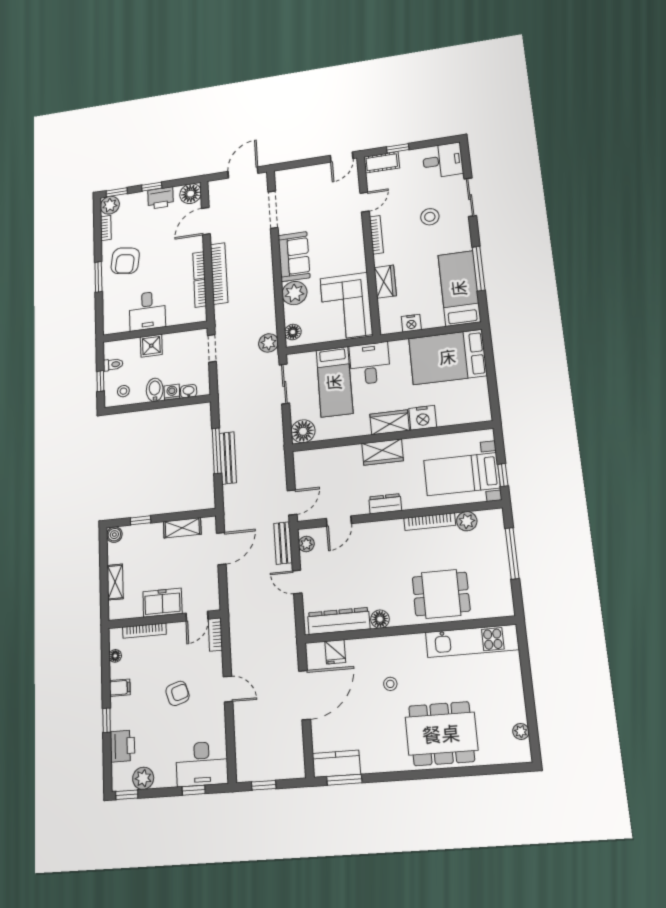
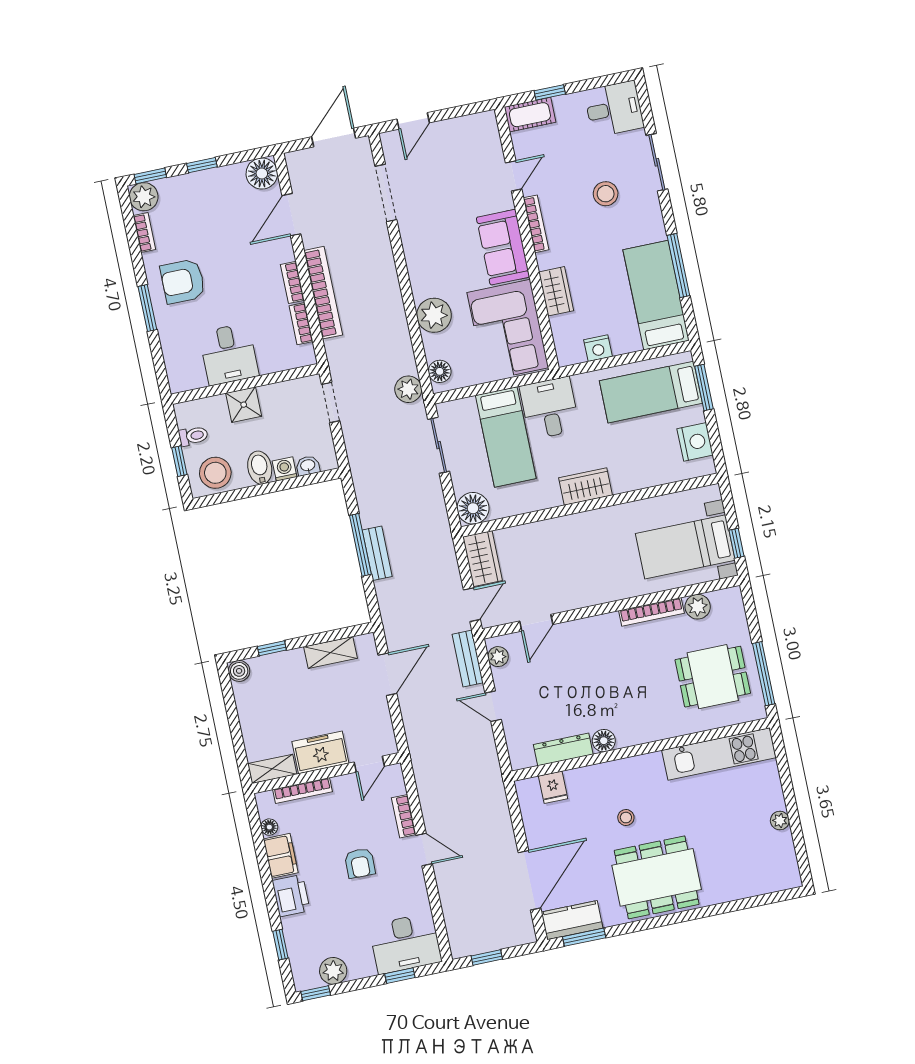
door: (342, 157) -> (413, 121), moved
printer: (161, 198) -> (218, 182), removed
sofa: (294, 257) -> (503, 247), moved, turned 180
armchair: (125, 261) -> (183, 281), turned 81
bed: (448, 357) -> (651, 392), width x0.67
window: (489, 357) -> (704, 388), added
stool: (123, 391) -> (215, 473), width x1.89, depth x1.89
nightstand: (423, 418) -> (695, 442), moved, turned -90
wardrobe: (383, 452) -> (482, 559), moved, turned -90
bench: (228, 458) -> (377, 553), width x0.73
dresser: (385, 504) -> (593, 594), removed
window: (512, 553) -> (764, 674), moved
shelving: (115, 582) -> (272, 769), moved, turned 90
dining table: (441, 594) -> (713, 677), moved
dresser: (339, 621) -> (563, 749), width x0.73, depth x0.80
bookcase: (215, 634) -> (404, 816), moved
filing cabinet: (120, 688) -> (281, 856), width x2.00
armchair: (178, 693) -> (360, 863), turned 108
door: (305, 695) -> (530, 880), moved
window: (107, 720) -> (280, 945), moved
plant: (521, 731) -> (780, 821), moved
dining table: (441, 734) -> (657, 877), moved
printer: (123, 746) -> (291, 896), moved

